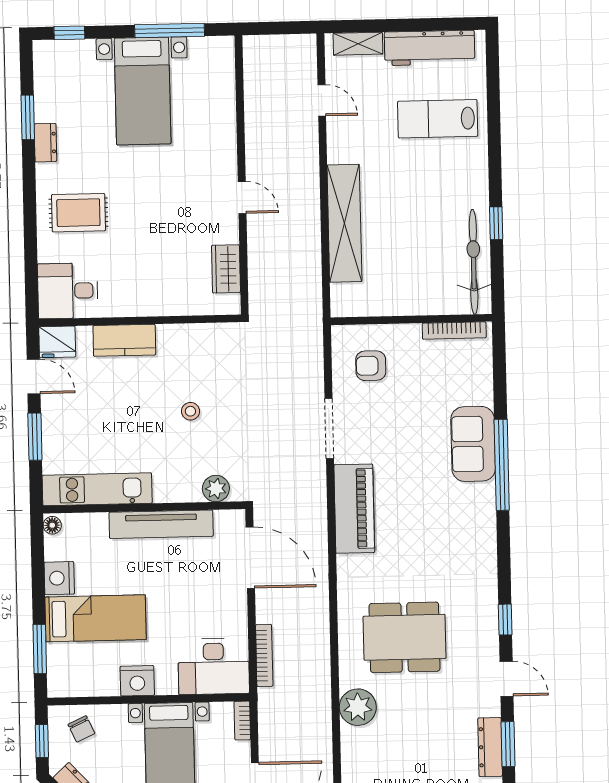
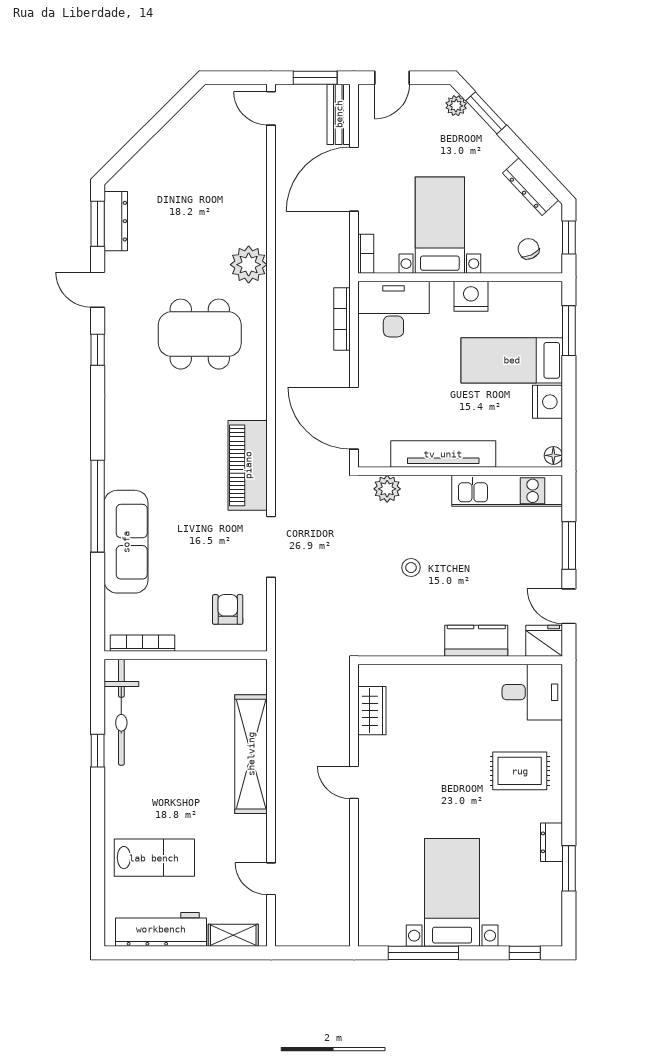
armchair: (371, 366) -> (228, 609), turned -90
sofa: (473, 444) -> (126, 542), width x1.36

